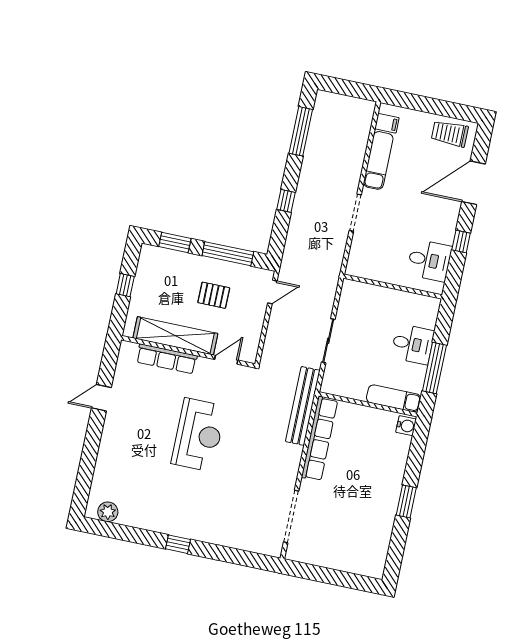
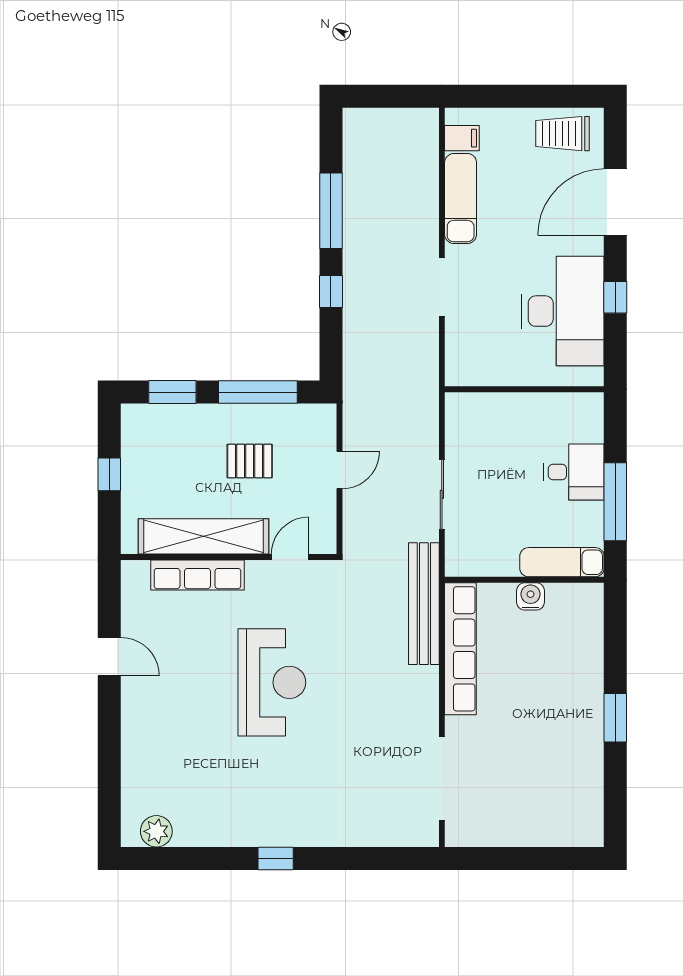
window: (301, 131) -> (331, 211), moved
desk: (429, 260) -> (563, 311), width x1.87, depth x1.30
door: (272, 292) -> (340, 470), moved
door: (101, 398) -> (109, 657), swing flipped
water cooler: (406, 426) -> (531, 596), moved, turned -90

